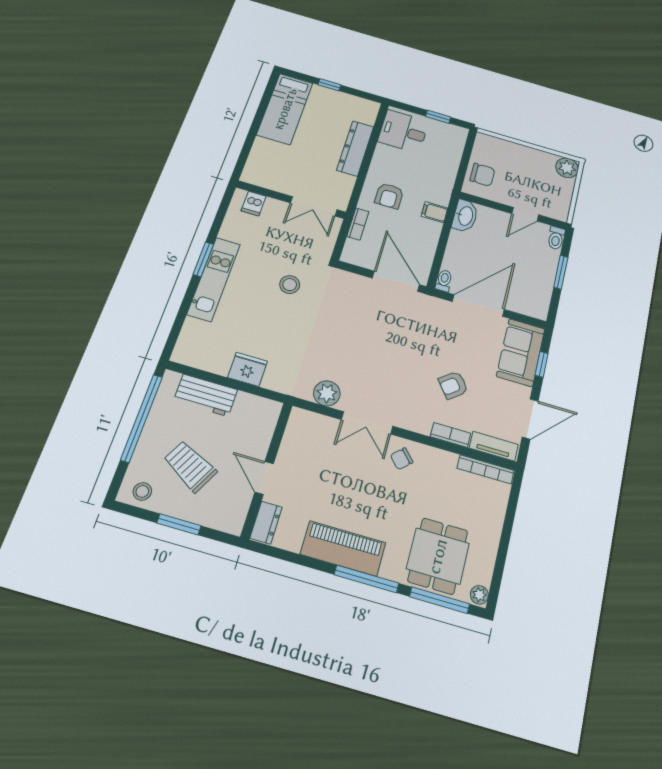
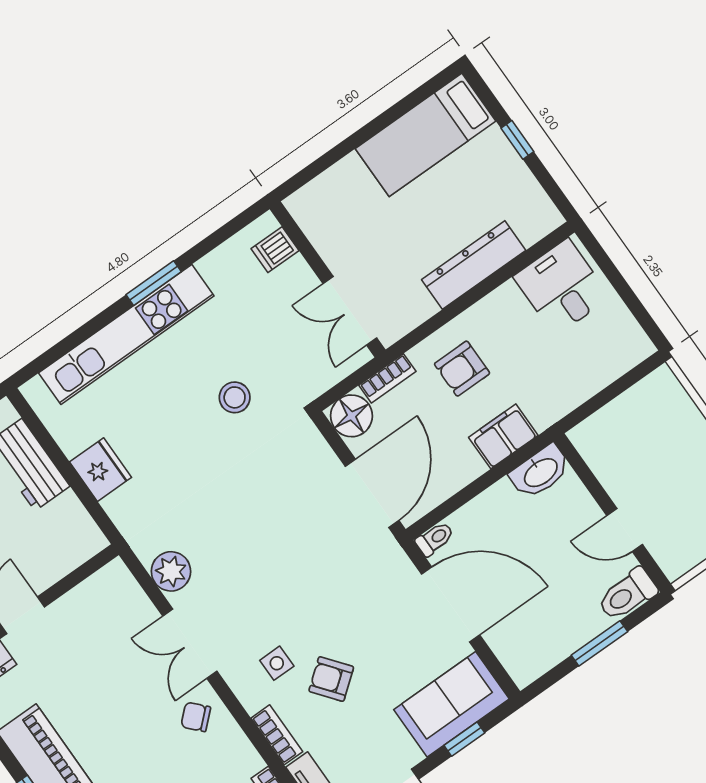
window: (438, 117) -> (630, 299), removed
chair: (482, 175) -> (616, 431), removed
filing cabinet: (434, 212) -> (503, 436), width x2.00
toilet: (556, 238) -> (627, 594), width x1.37, depth x1.39
floor lamp: (355, 253) -> (351, 416), added
kitchen unit: (214, 279) -> (126, 334), width x1.36
side table: (420, 398) -> (277, 663), added

